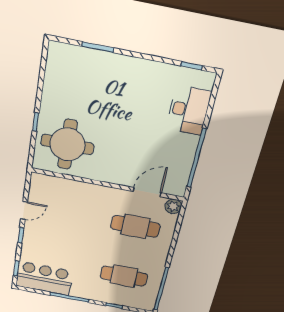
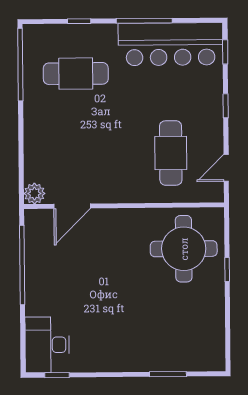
desk: (189, 110) -> (47, 345), moved
door: (24, 210) -> (226, 168), moved
cafe table: (135, 226) -> (171, 153), moved, turned 90
bar counter: (44, 278) -> (170, 44), width x1.36

